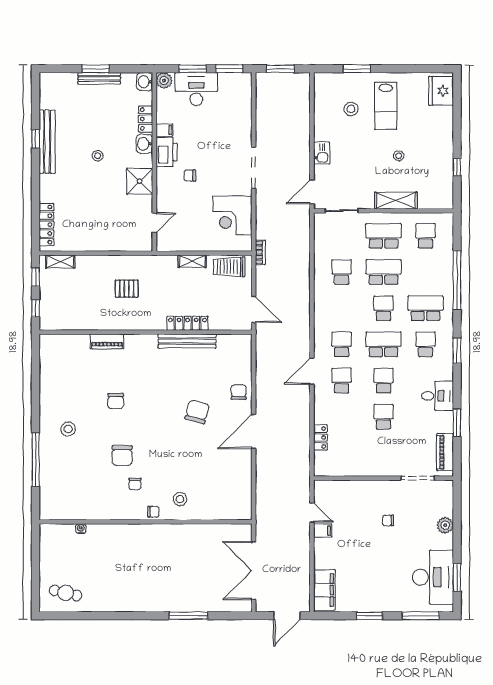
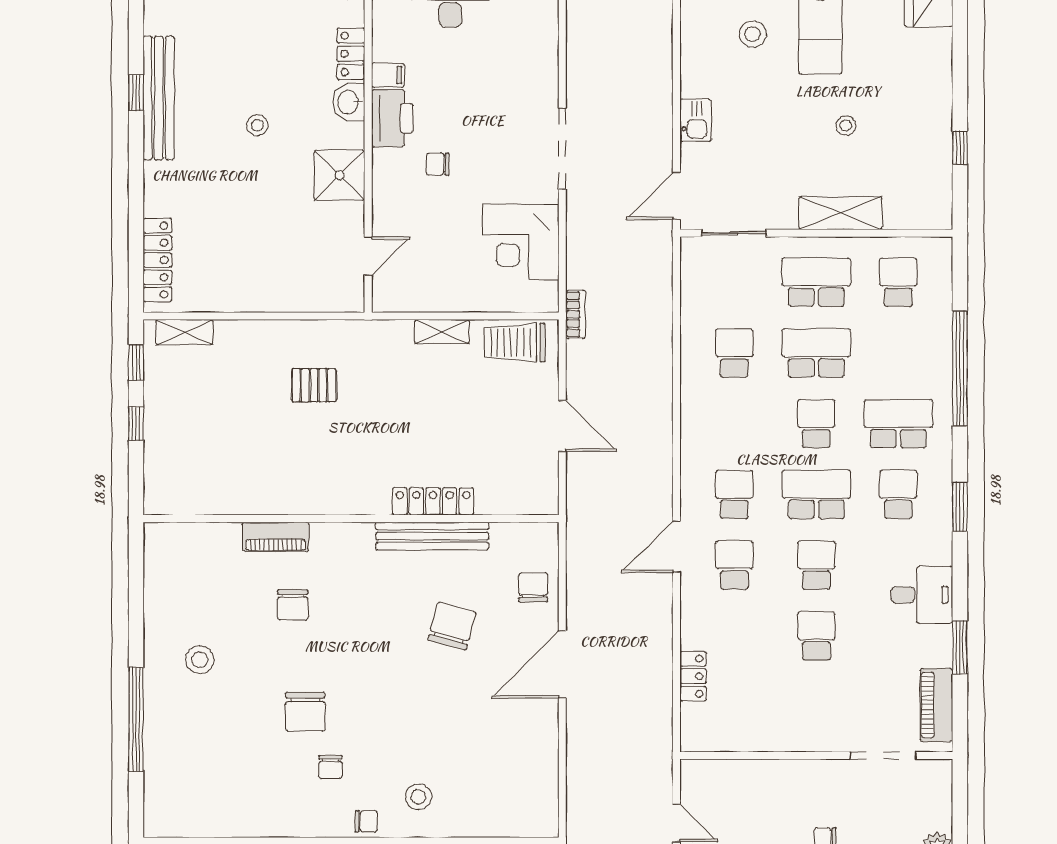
locker: (187, 323) -> (433, 501), moved
wall: (146, 332) -> (351, 519), moved
piano: (107, 341) -> (276, 537), moved
bench: (187, 341) -> (432, 536), moved

